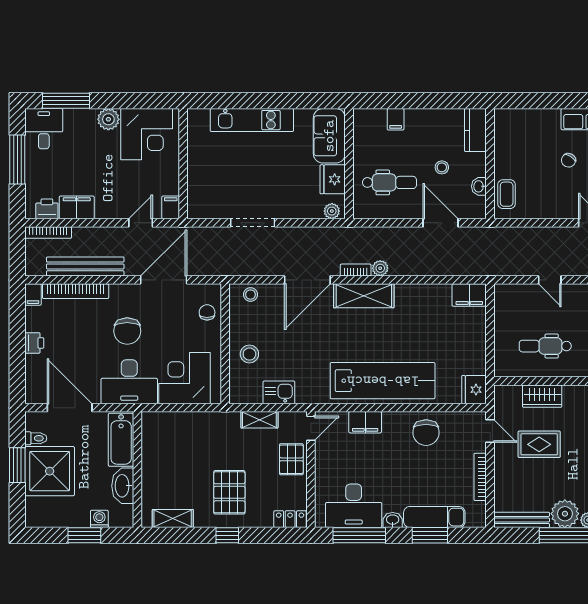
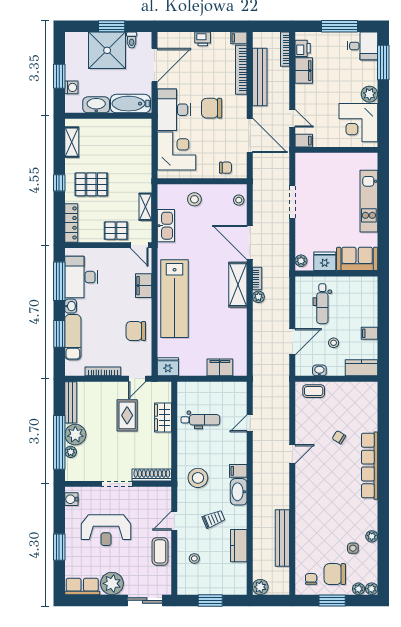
filing cabinet: (396, 119) -> (369, 333), moved
filing cabinet: (469, 295) -> (220, 367), moved, turned 90
dental chair: (545, 346) -> (200, 420), turned 90
kitchen sink: (279, 392) -> (166, 226), width x1.38
locker: (290, 519) -> (71, 223), width x1.53

